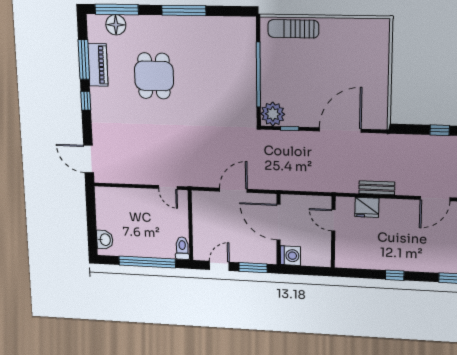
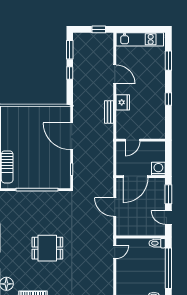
dining table: (154, 76) -> (47, 248), moved
plant: (273, 114) -> (62, 180), removed
fridge: (367, 207) -> (123, 102), moved

